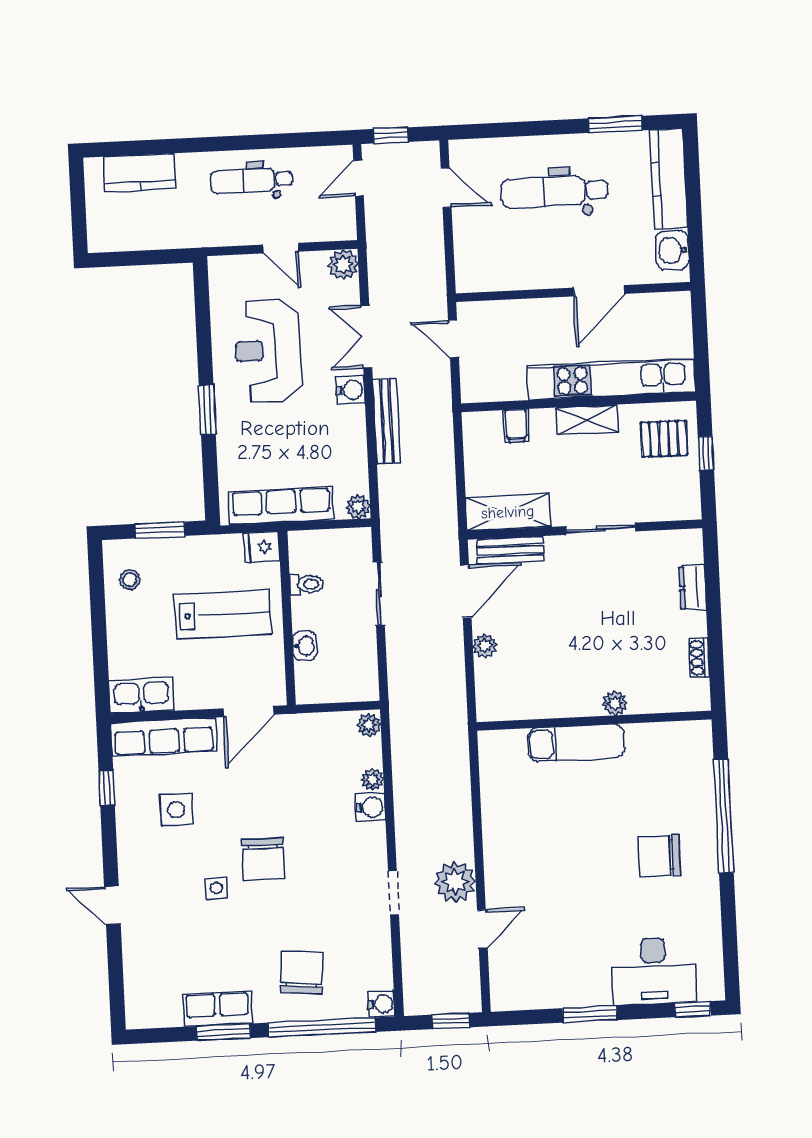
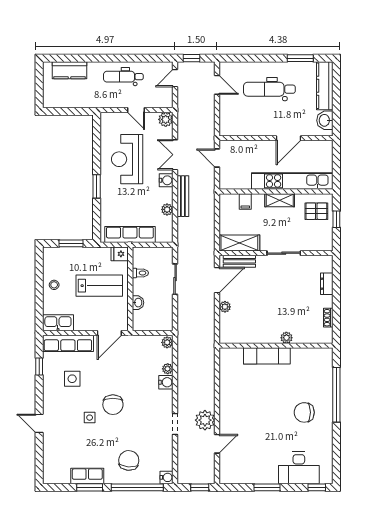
plant: (358, 507) -> (167, 209), moved
stool: (130, 580) -> (54, 285), moved

